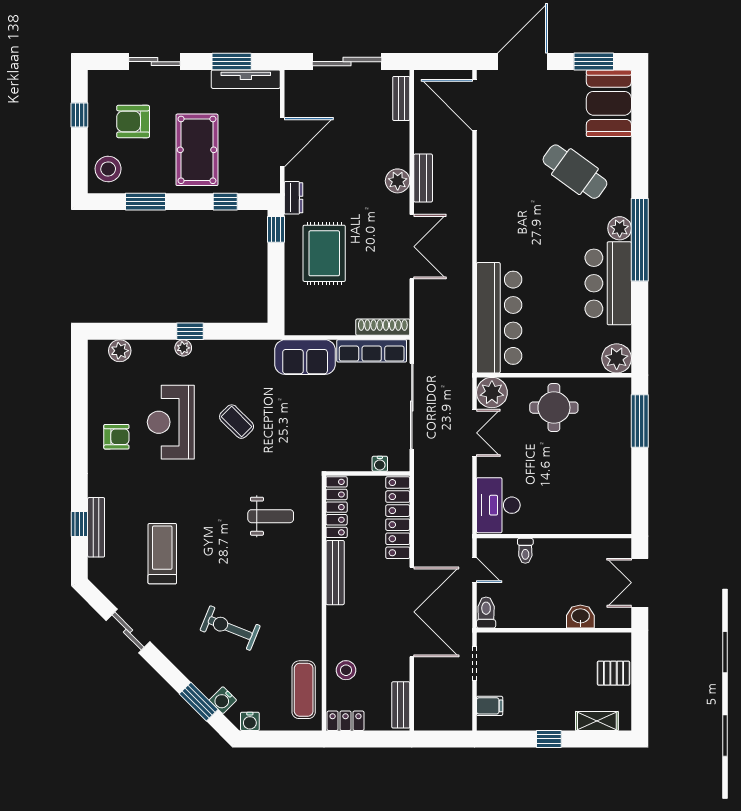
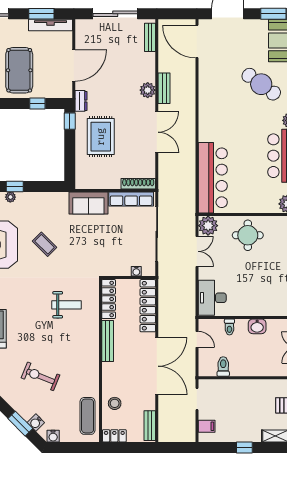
toilet: (486, 613) -> (223, 367), moved
washbasin: (580, 617) -> (257, 326), moved, turned 180

